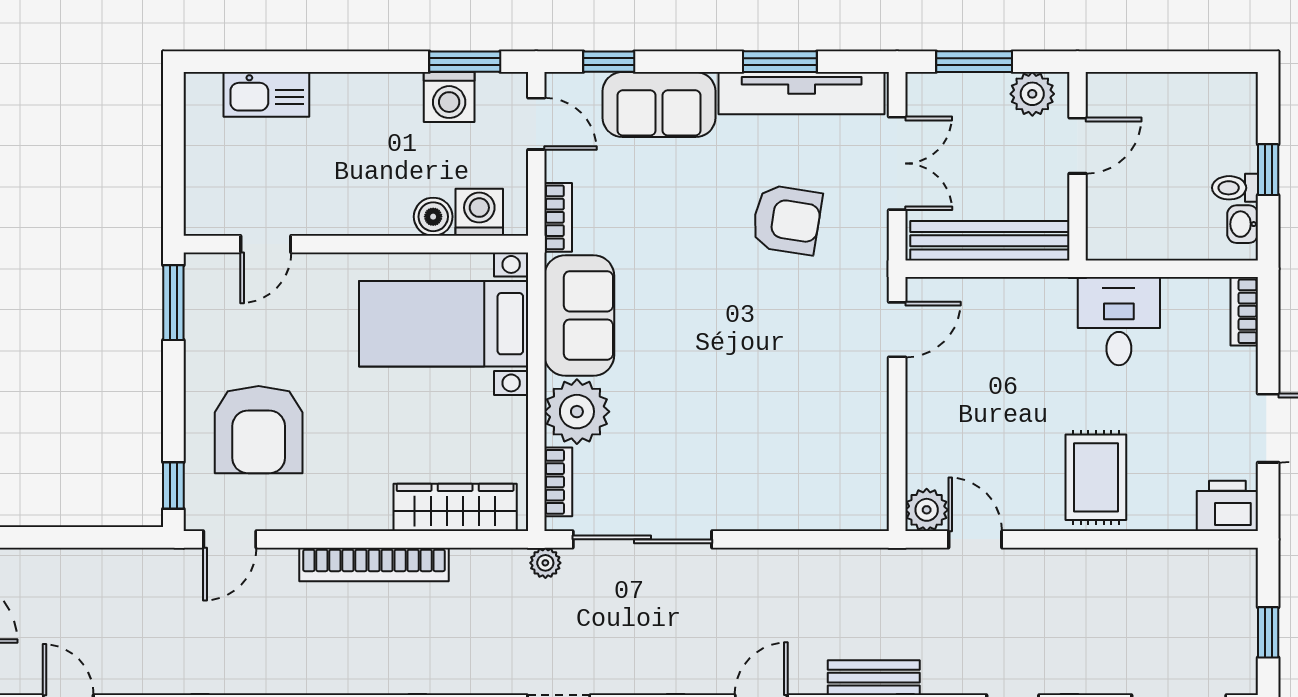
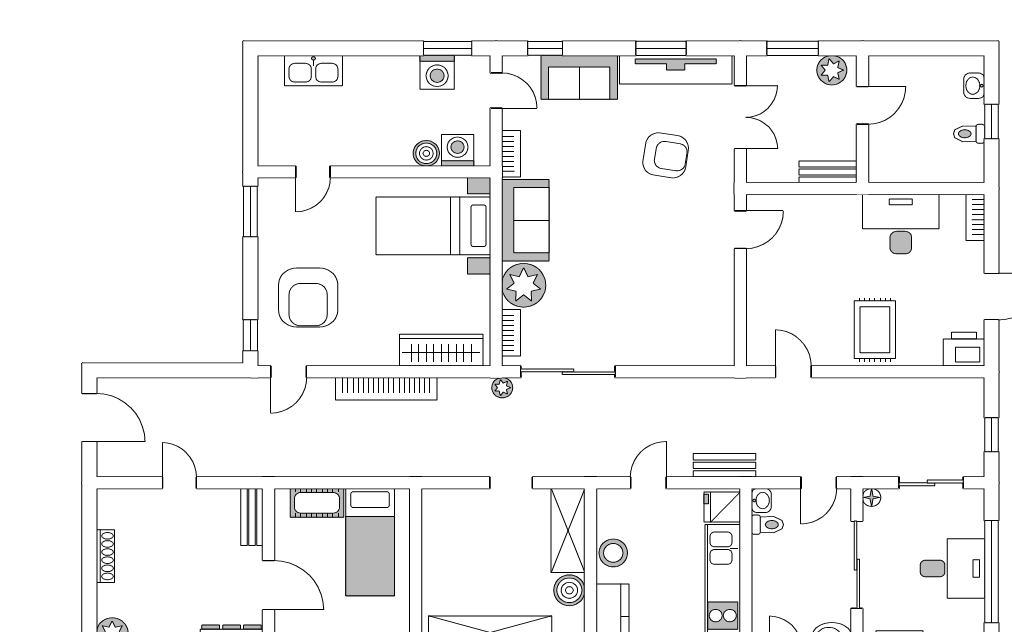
washbasin: (1243, 224) -> (974, 86), moved
bench: (990, 241) -> (828, 172), width x0.54, depth x0.82
desk: (1119, 321) -> (901, 224), width x1.37
plant: (927, 510) -> (760, 352), removed

